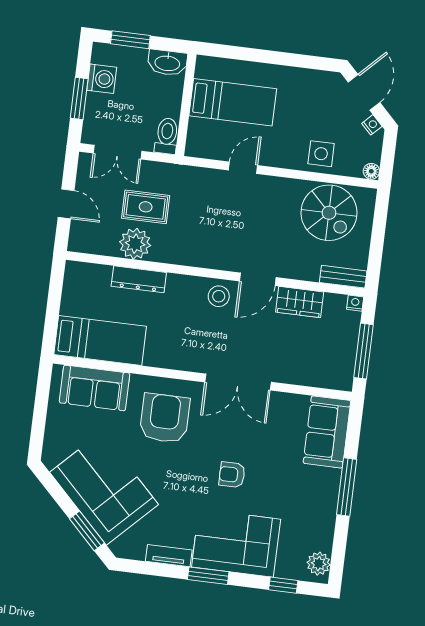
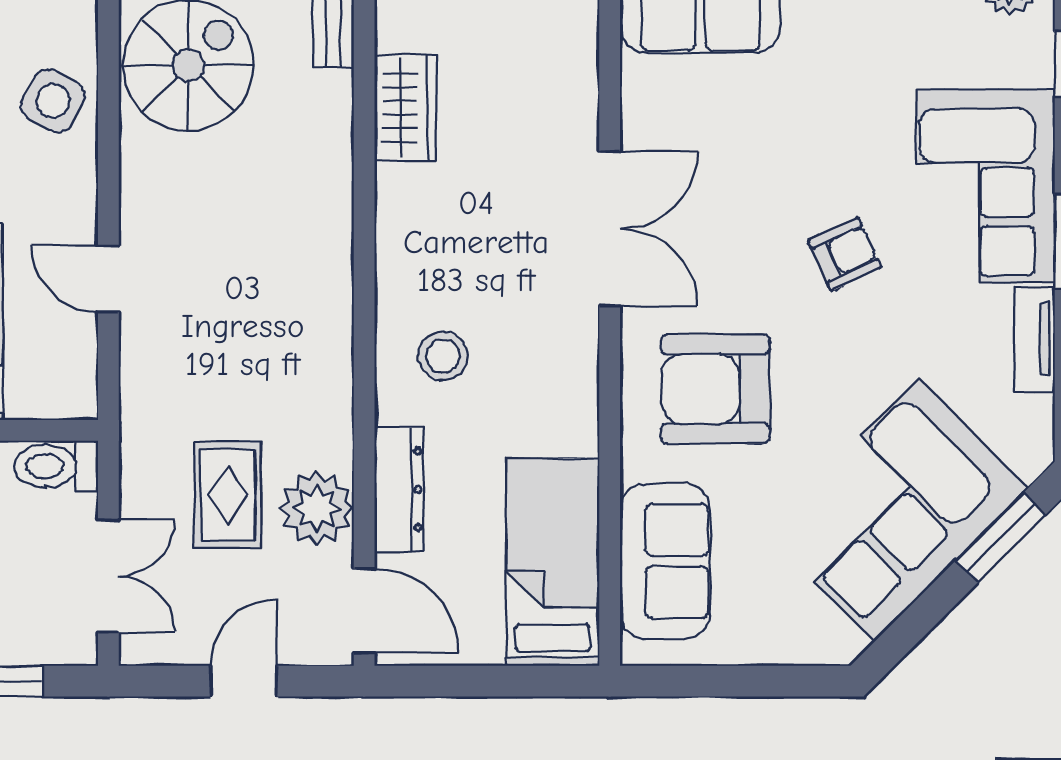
side table: (321, 154) -> (53, 101), turned 30
door: (258, 279) -> (364, 611), moved
stool: (219, 296) -> (443, 356), moved
armchair: (232, 475) -> (845, 254), moved, turned -115

